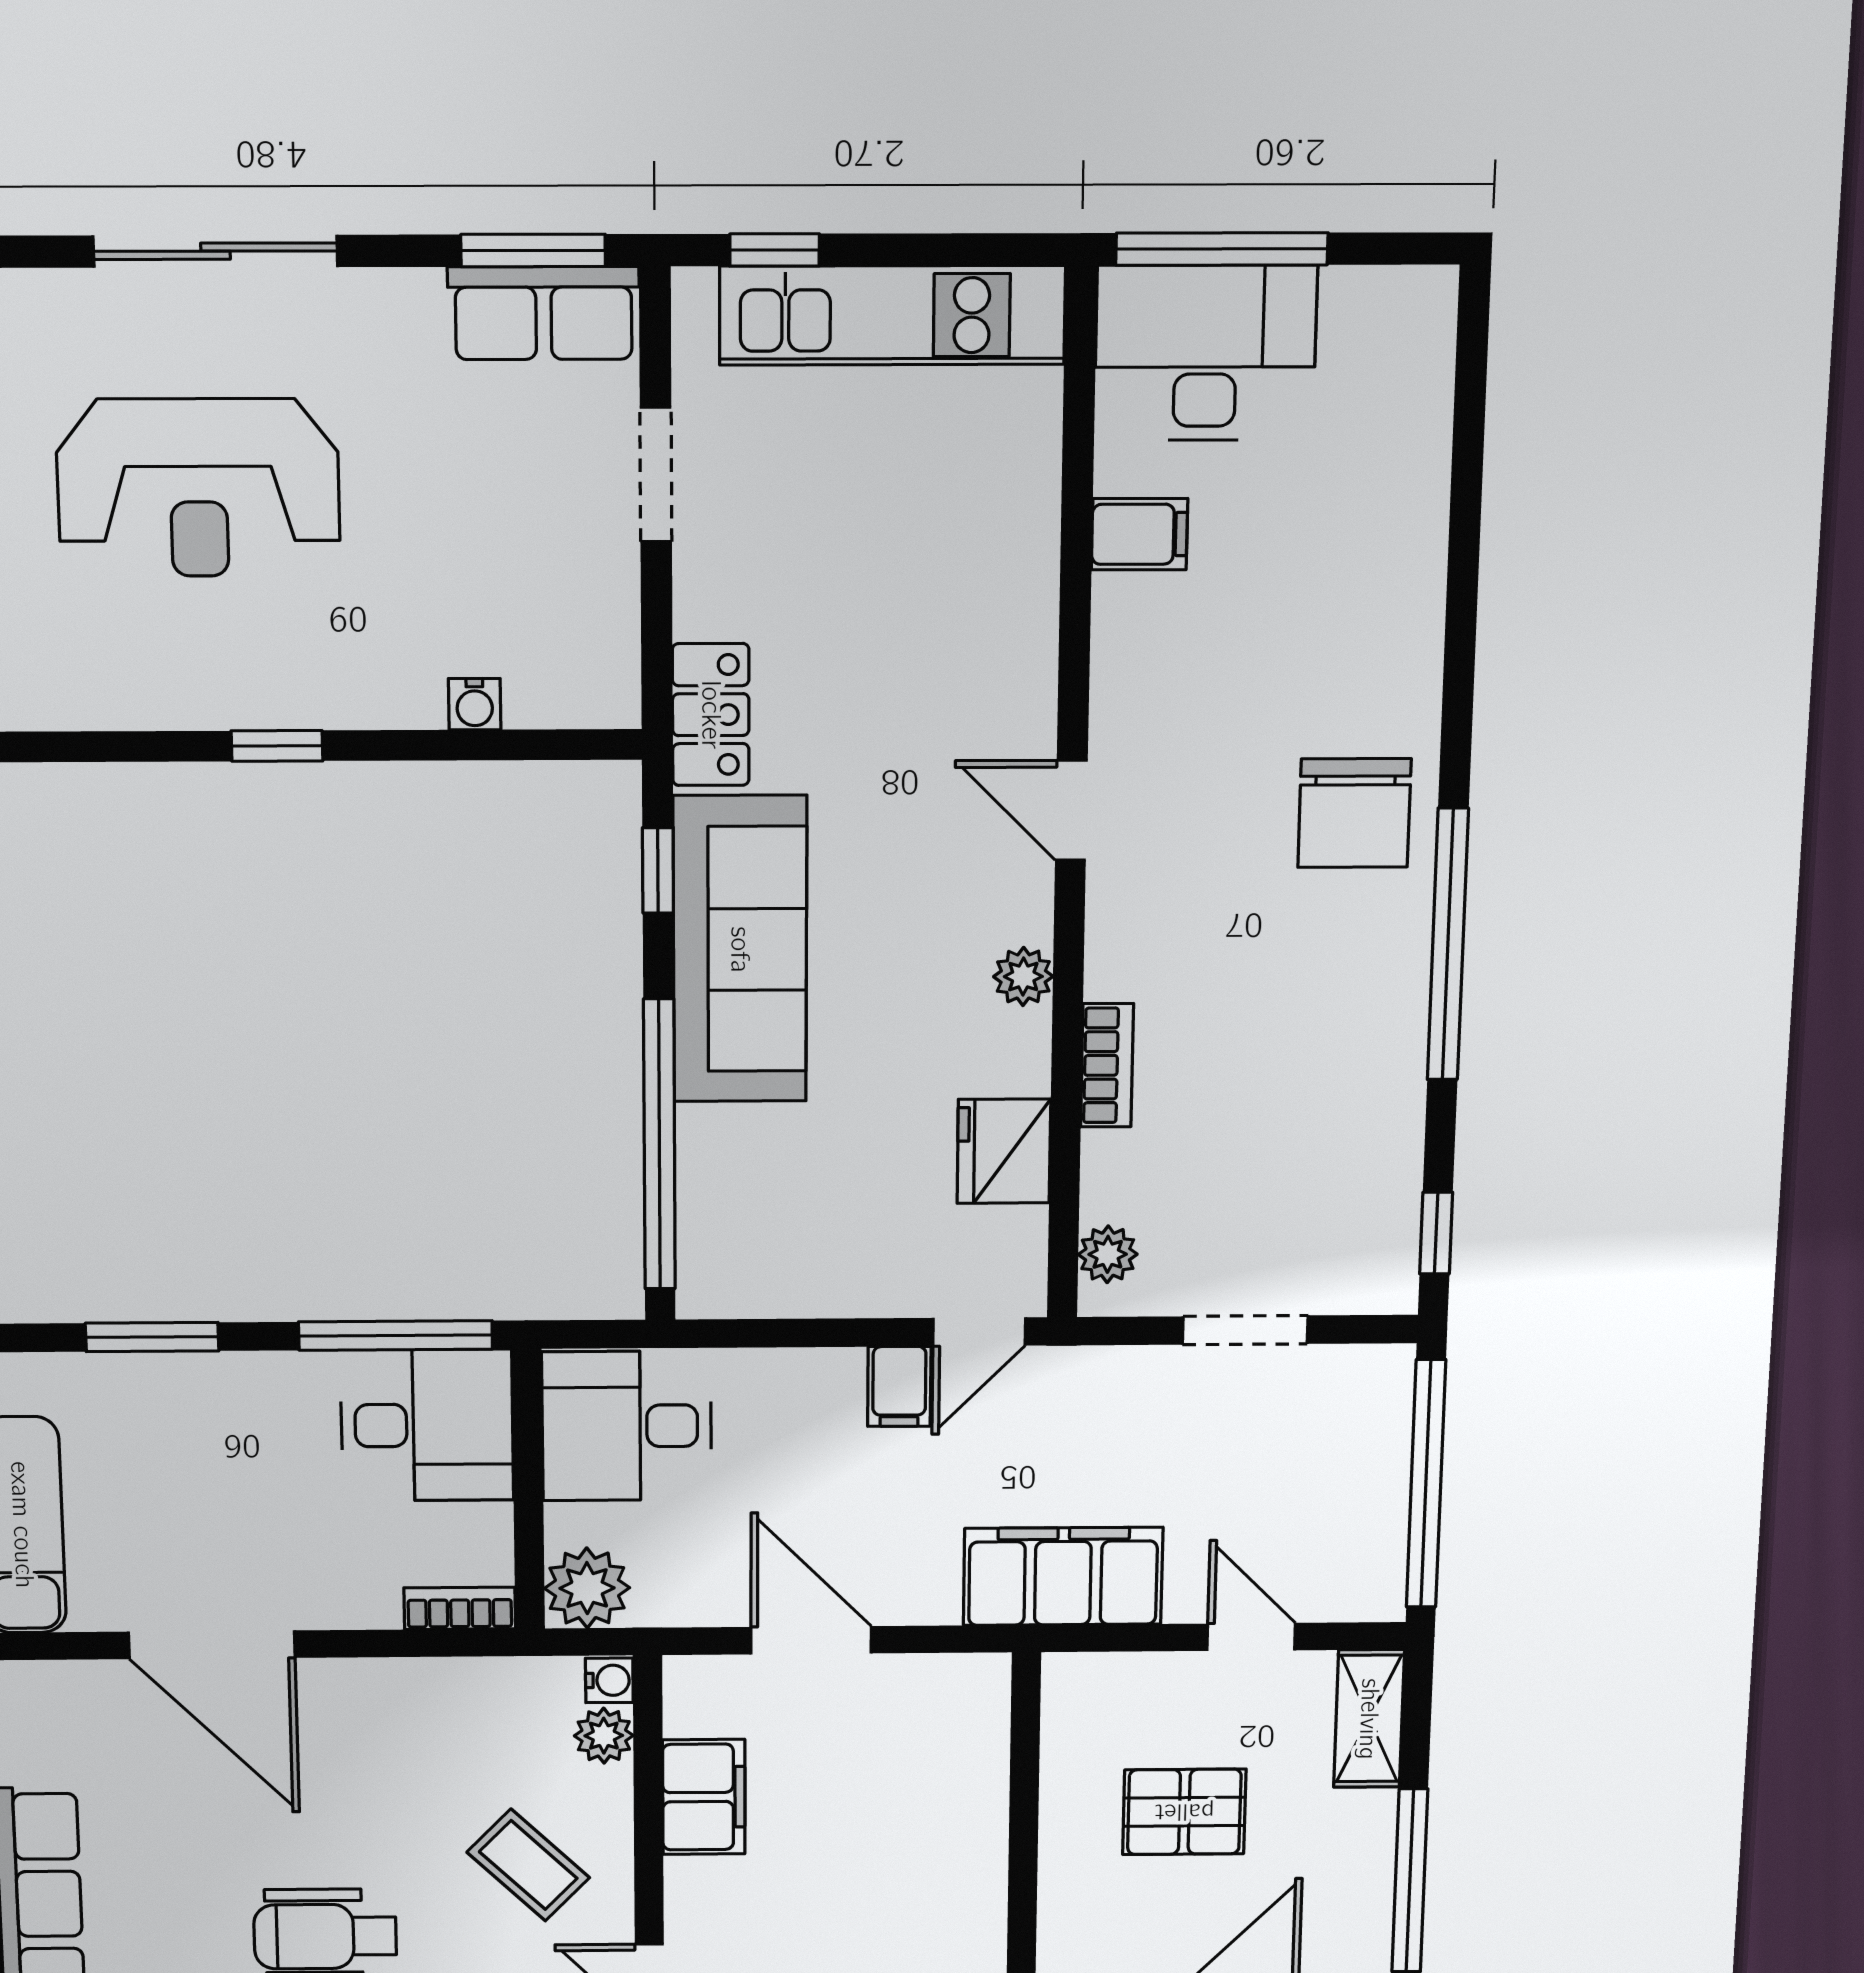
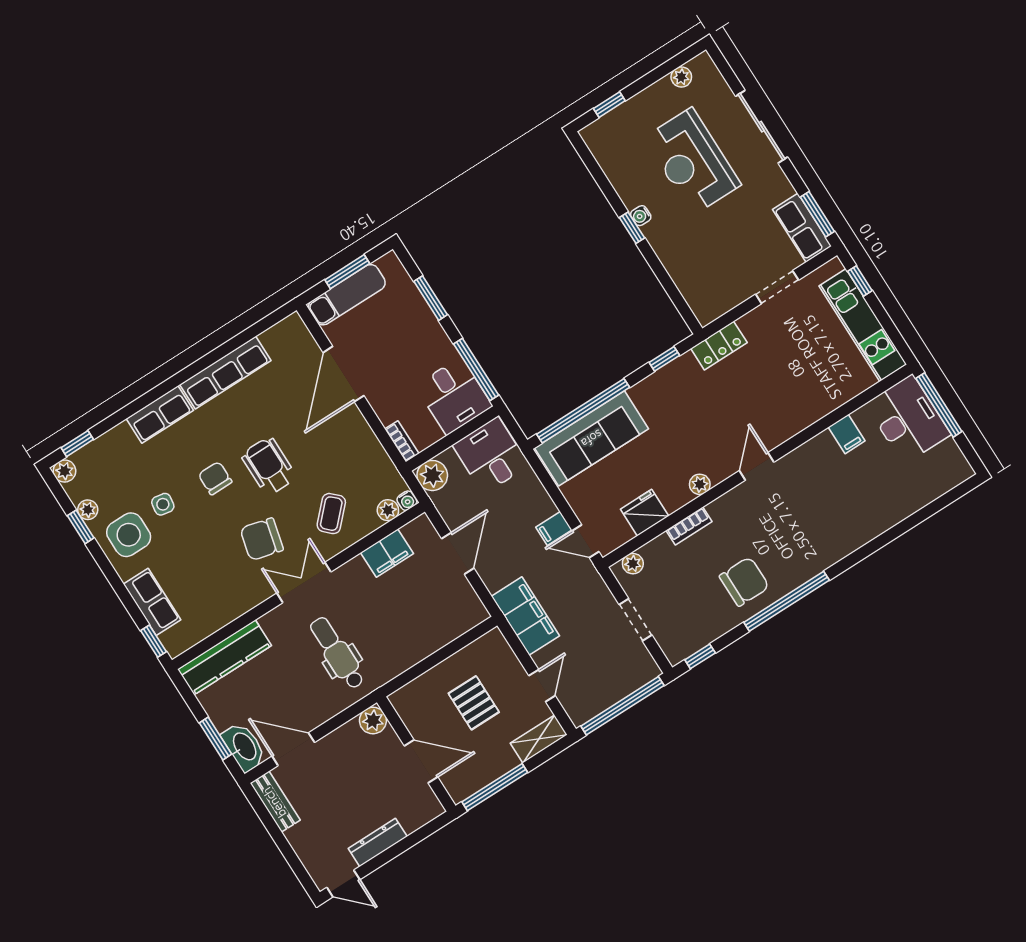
water cooler: (475, 704) -> (641, 216), moved
chair: (1354, 813) -> (744, 582), moved, turned 180
sofa: (740, 950) -> (591, 438), moved

